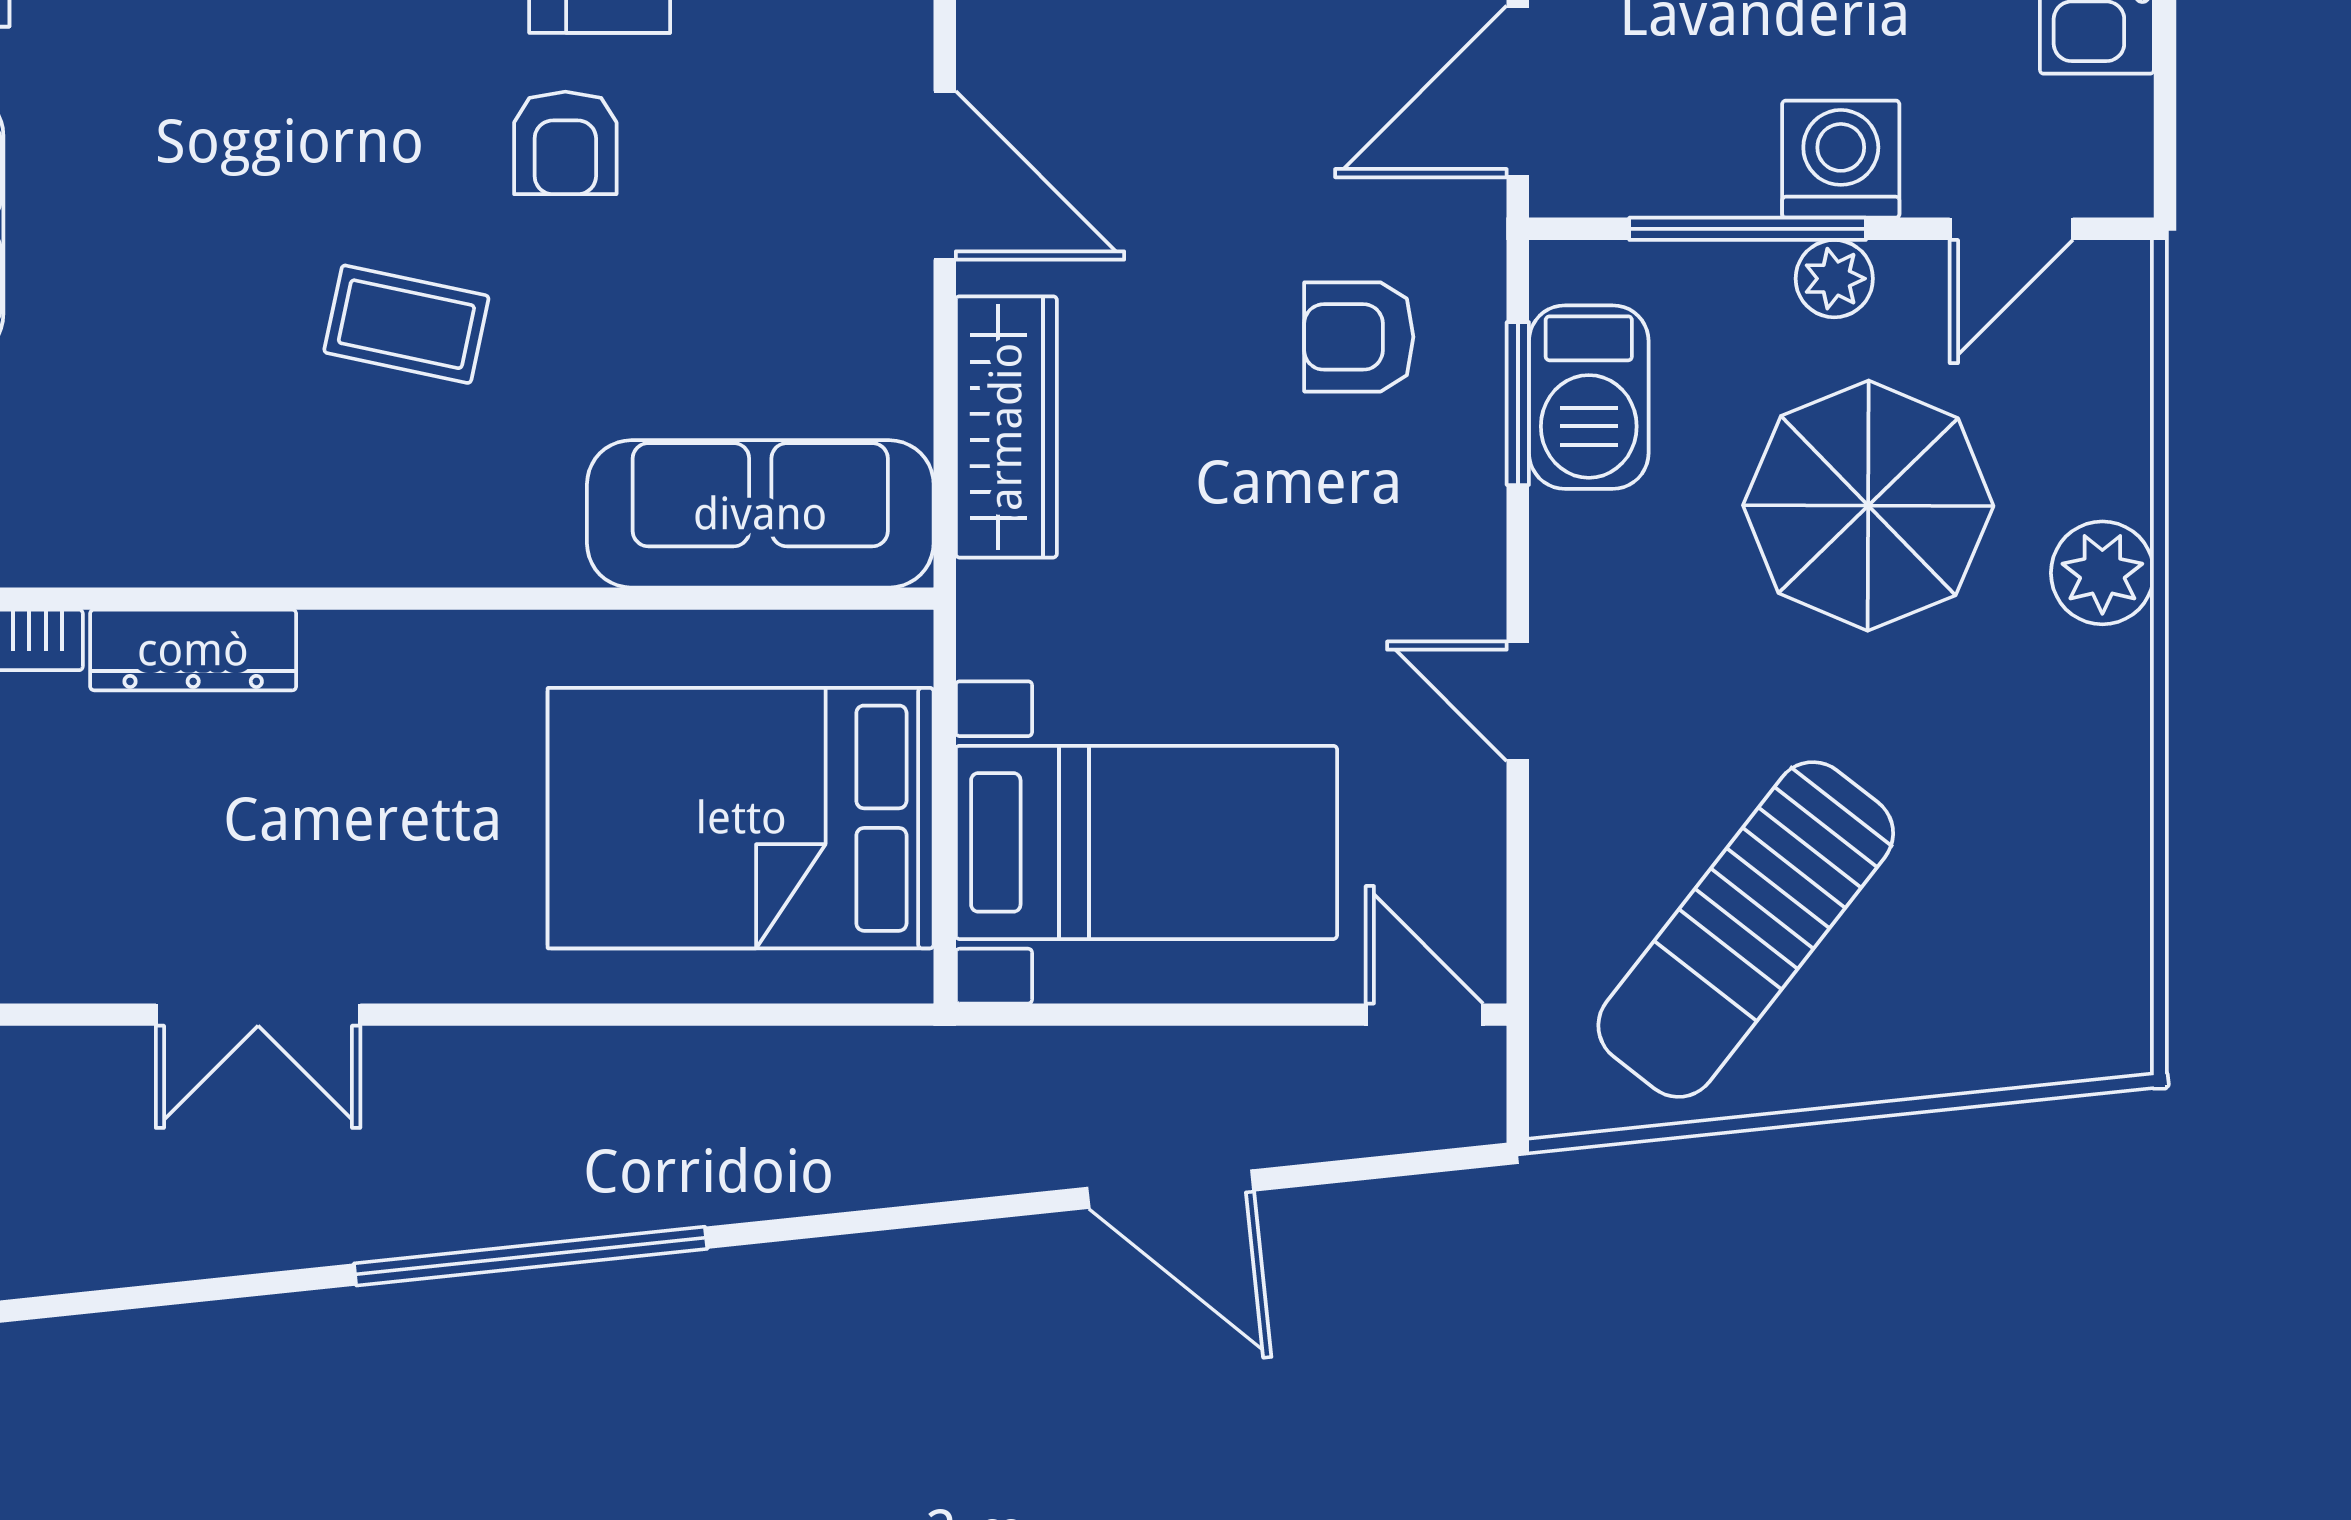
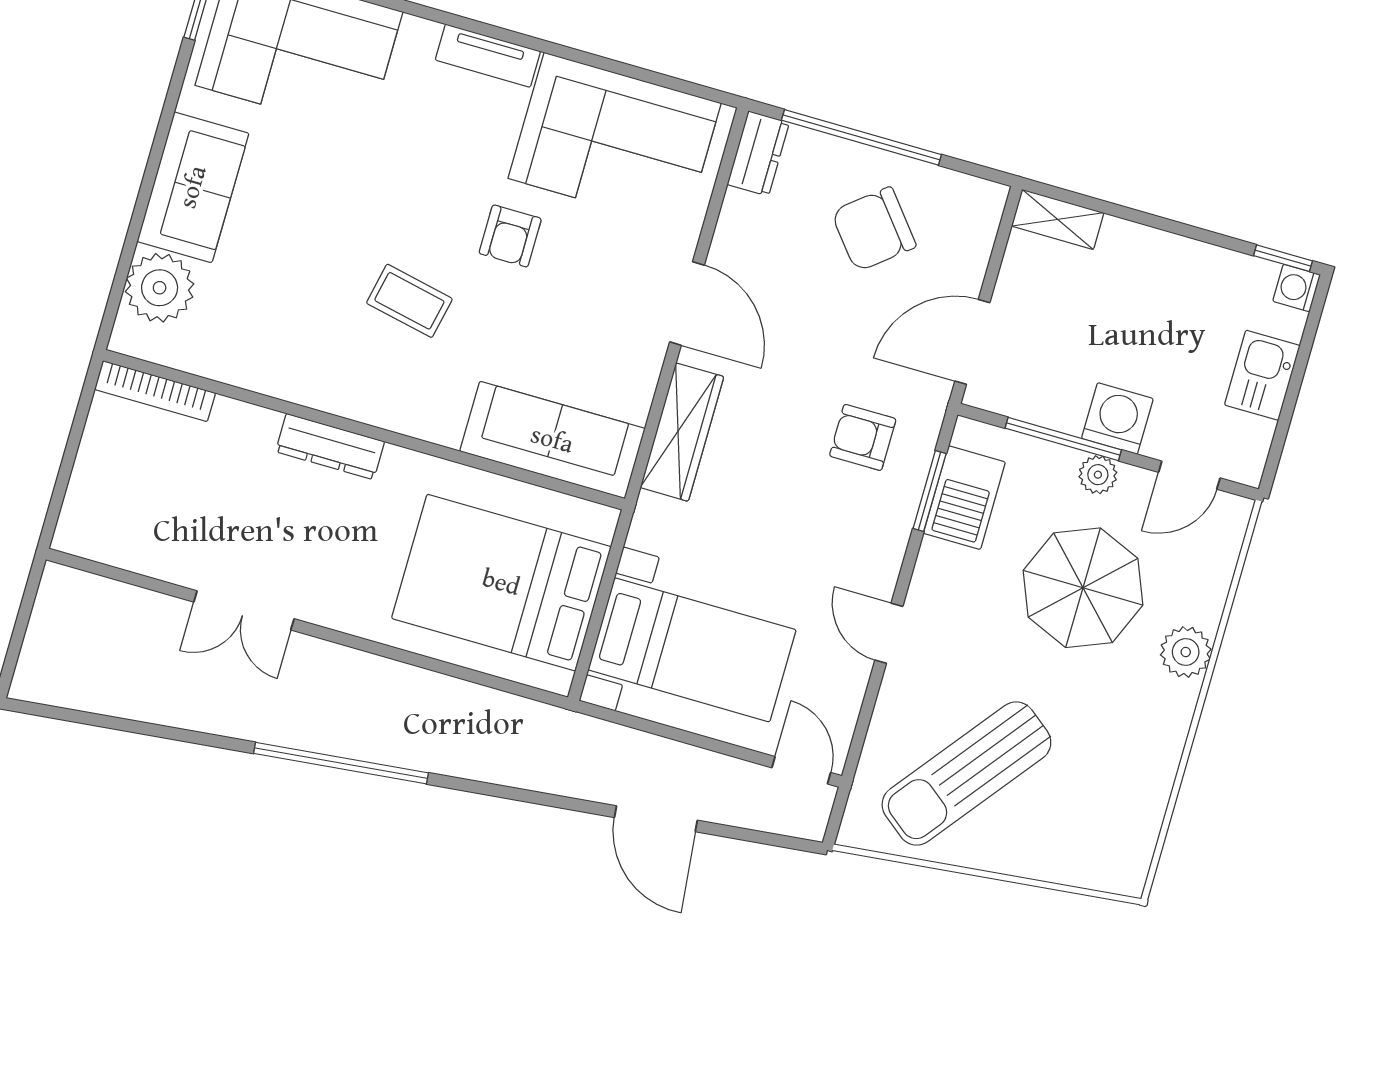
dresser: (193, 650) -> (330, 447), moved

